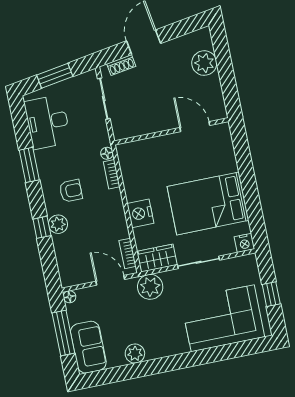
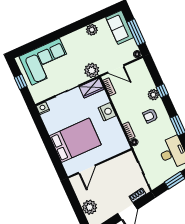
door: (195, 127) -> (87, 169), hinge flipped
bed: (208, 203) -> (75, 140), moved

